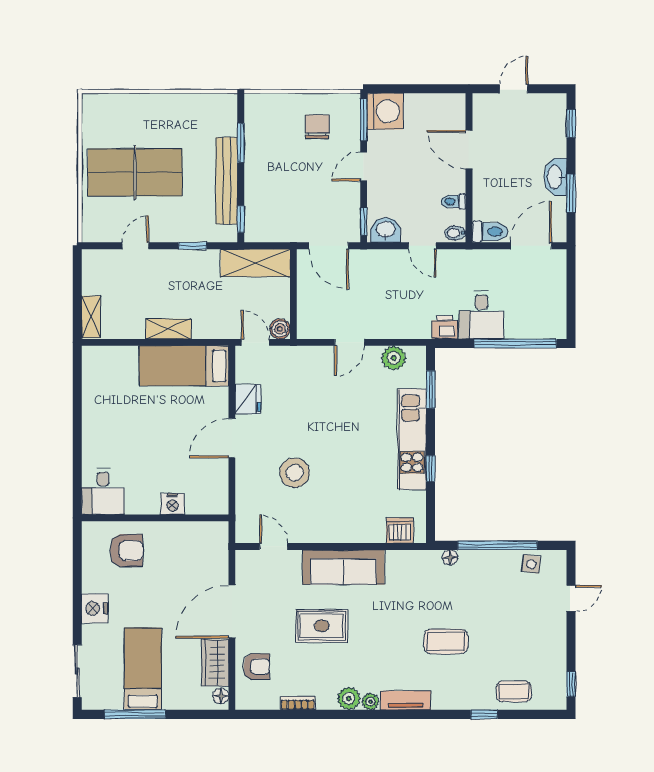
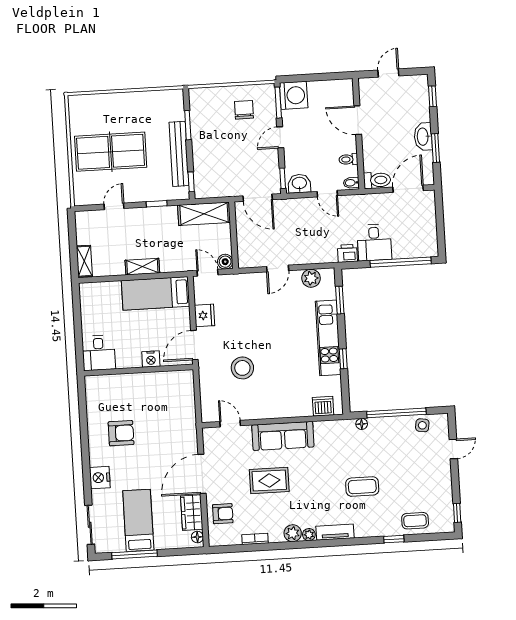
desk: (103, 492) -> (99, 353), moved
nightstand: (173, 504) -> (151, 359), moved
wall: (155, 518) -> (139, 370), moved

